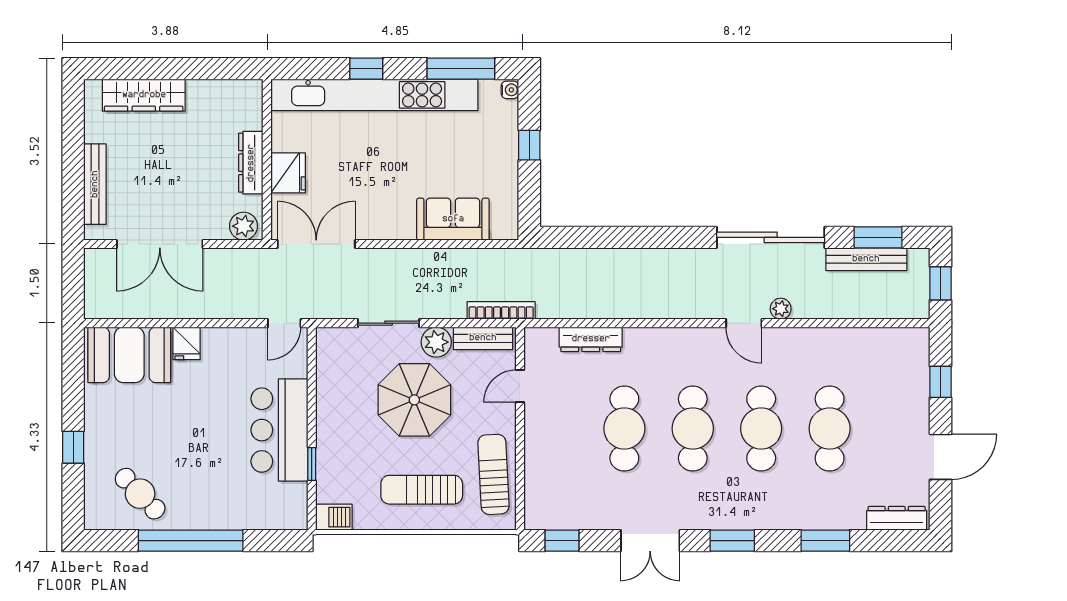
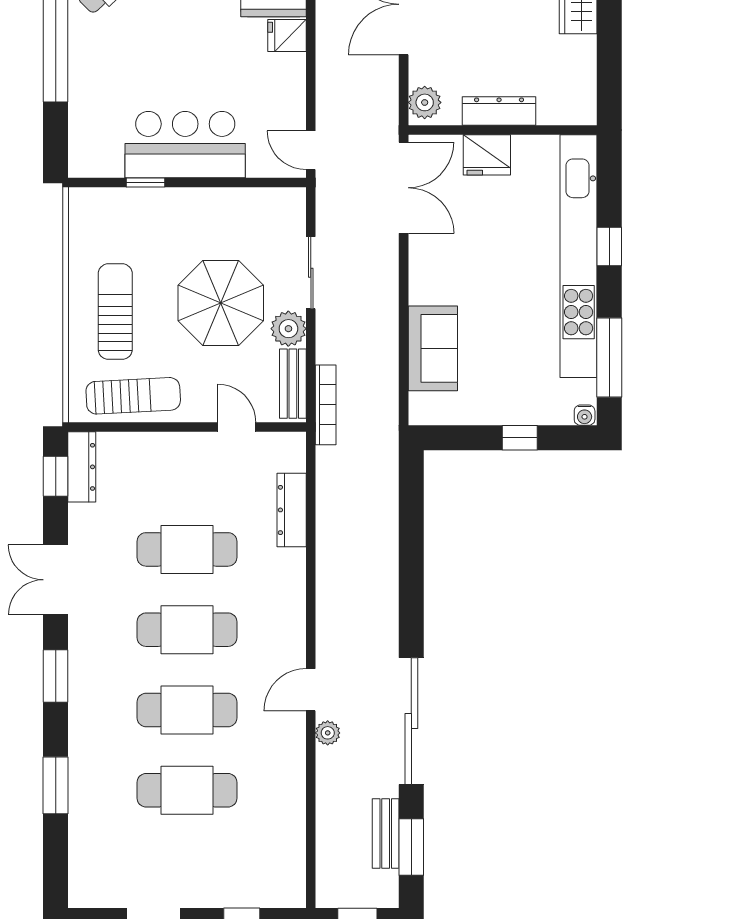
bench: (866, 259) -> (386, 833), width x0.73
barbecue: (334, 517) -> (83, 209), removed
dresser: (897, 518) -> (82, 467), moved

